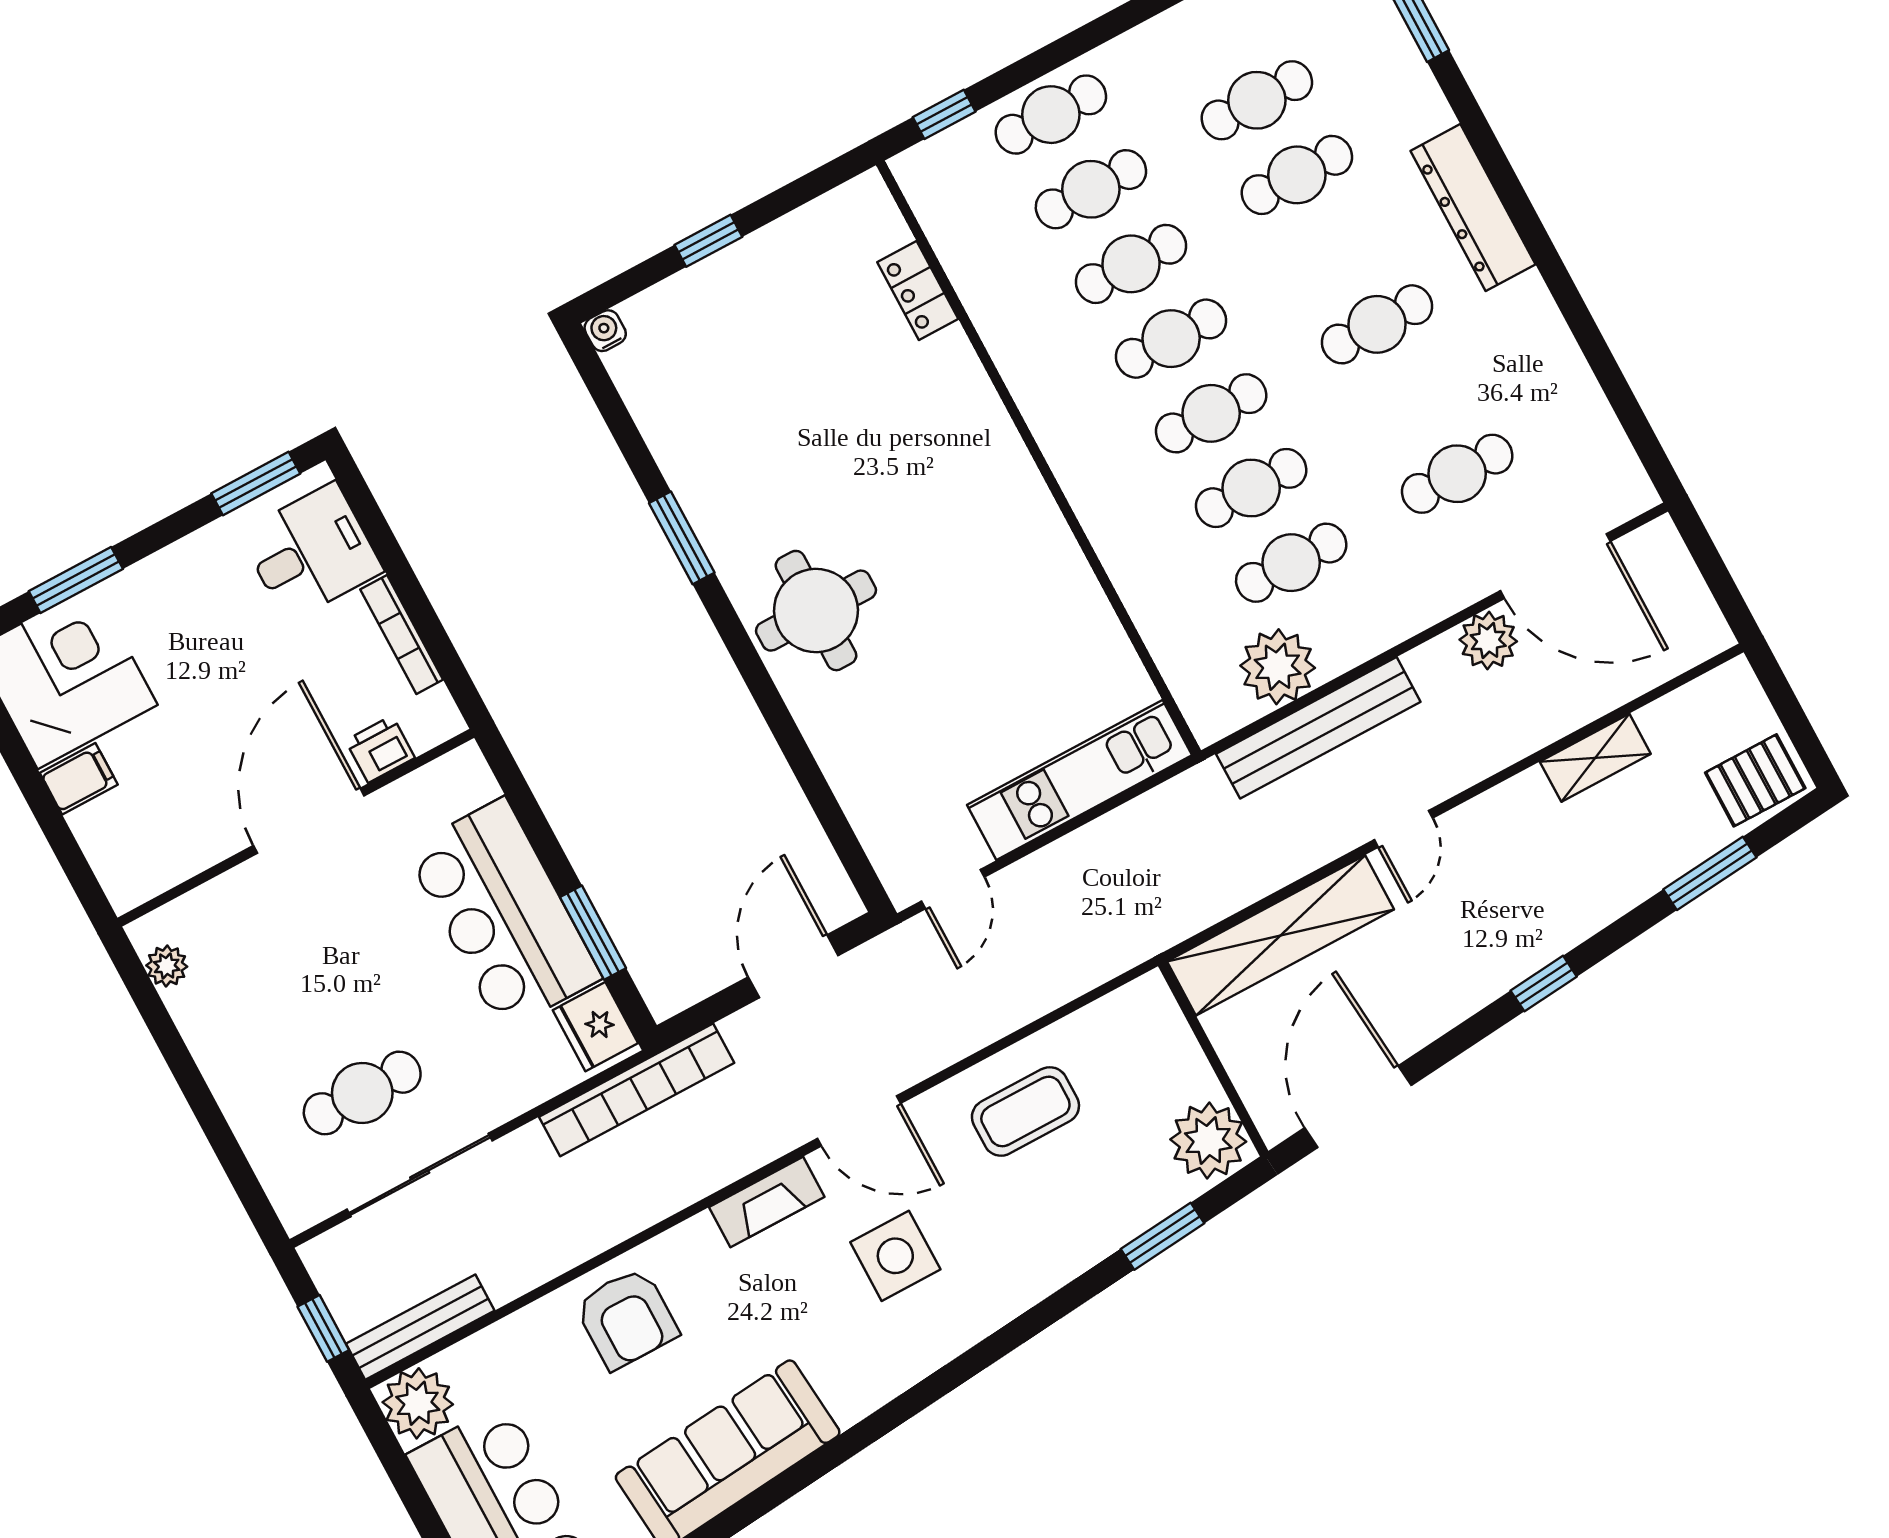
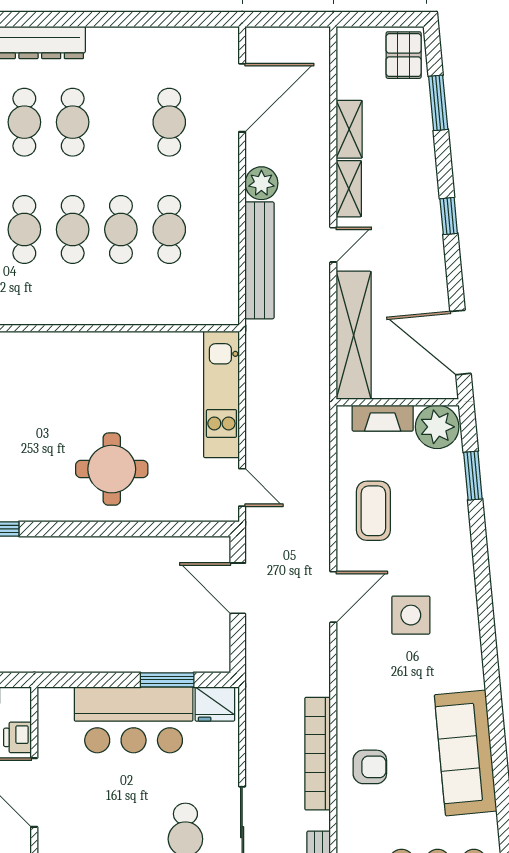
cafe table: (1337, 250) -> (24, 122), added
round table: (816, 611) -> (112, 469), moved
plant: (1488, 641) -> (261, 183), moved
plant: (1278, 667) -> (218, 264), removed
shelving: (1503, 806) -> (349, 189), added
door: (1403, 829) -> (333, 245), hinge flipped
bookcase: (637, 1090) -> (318, 754), moved, turned 180
fireplace: (767, 1202) -> (383, 418), moved, turned 90
armchair: (627, 1318) -> (370, 767), width x0.72, depth x0.72

